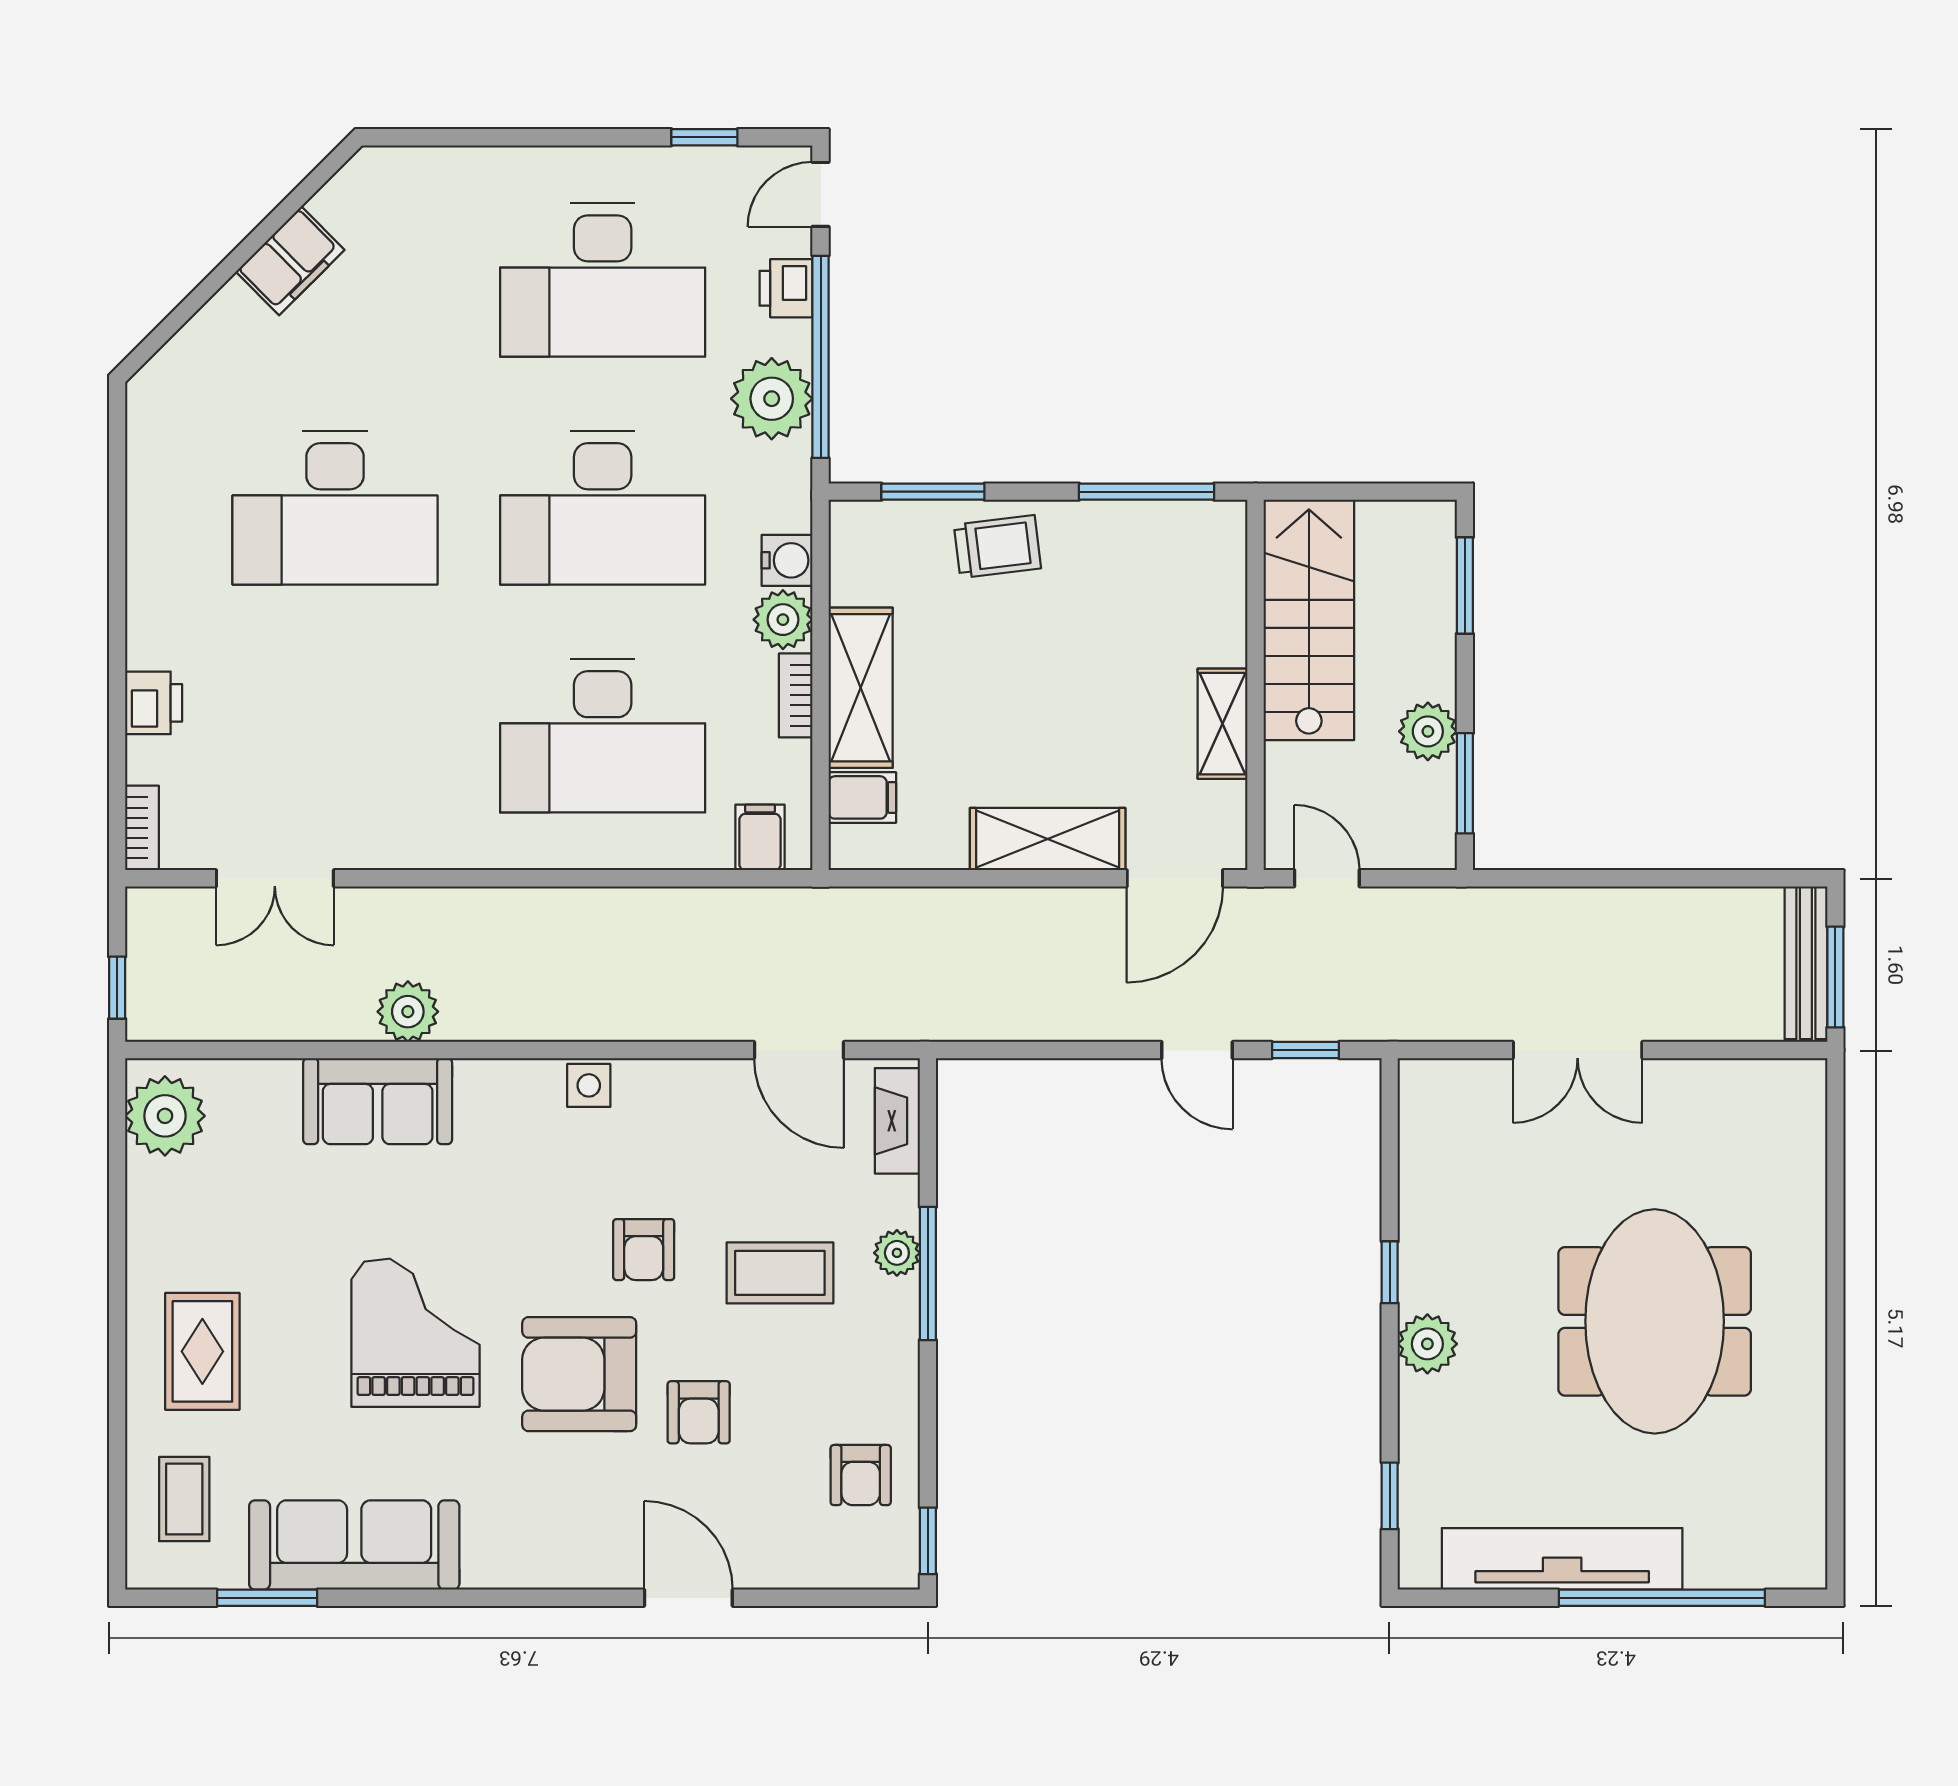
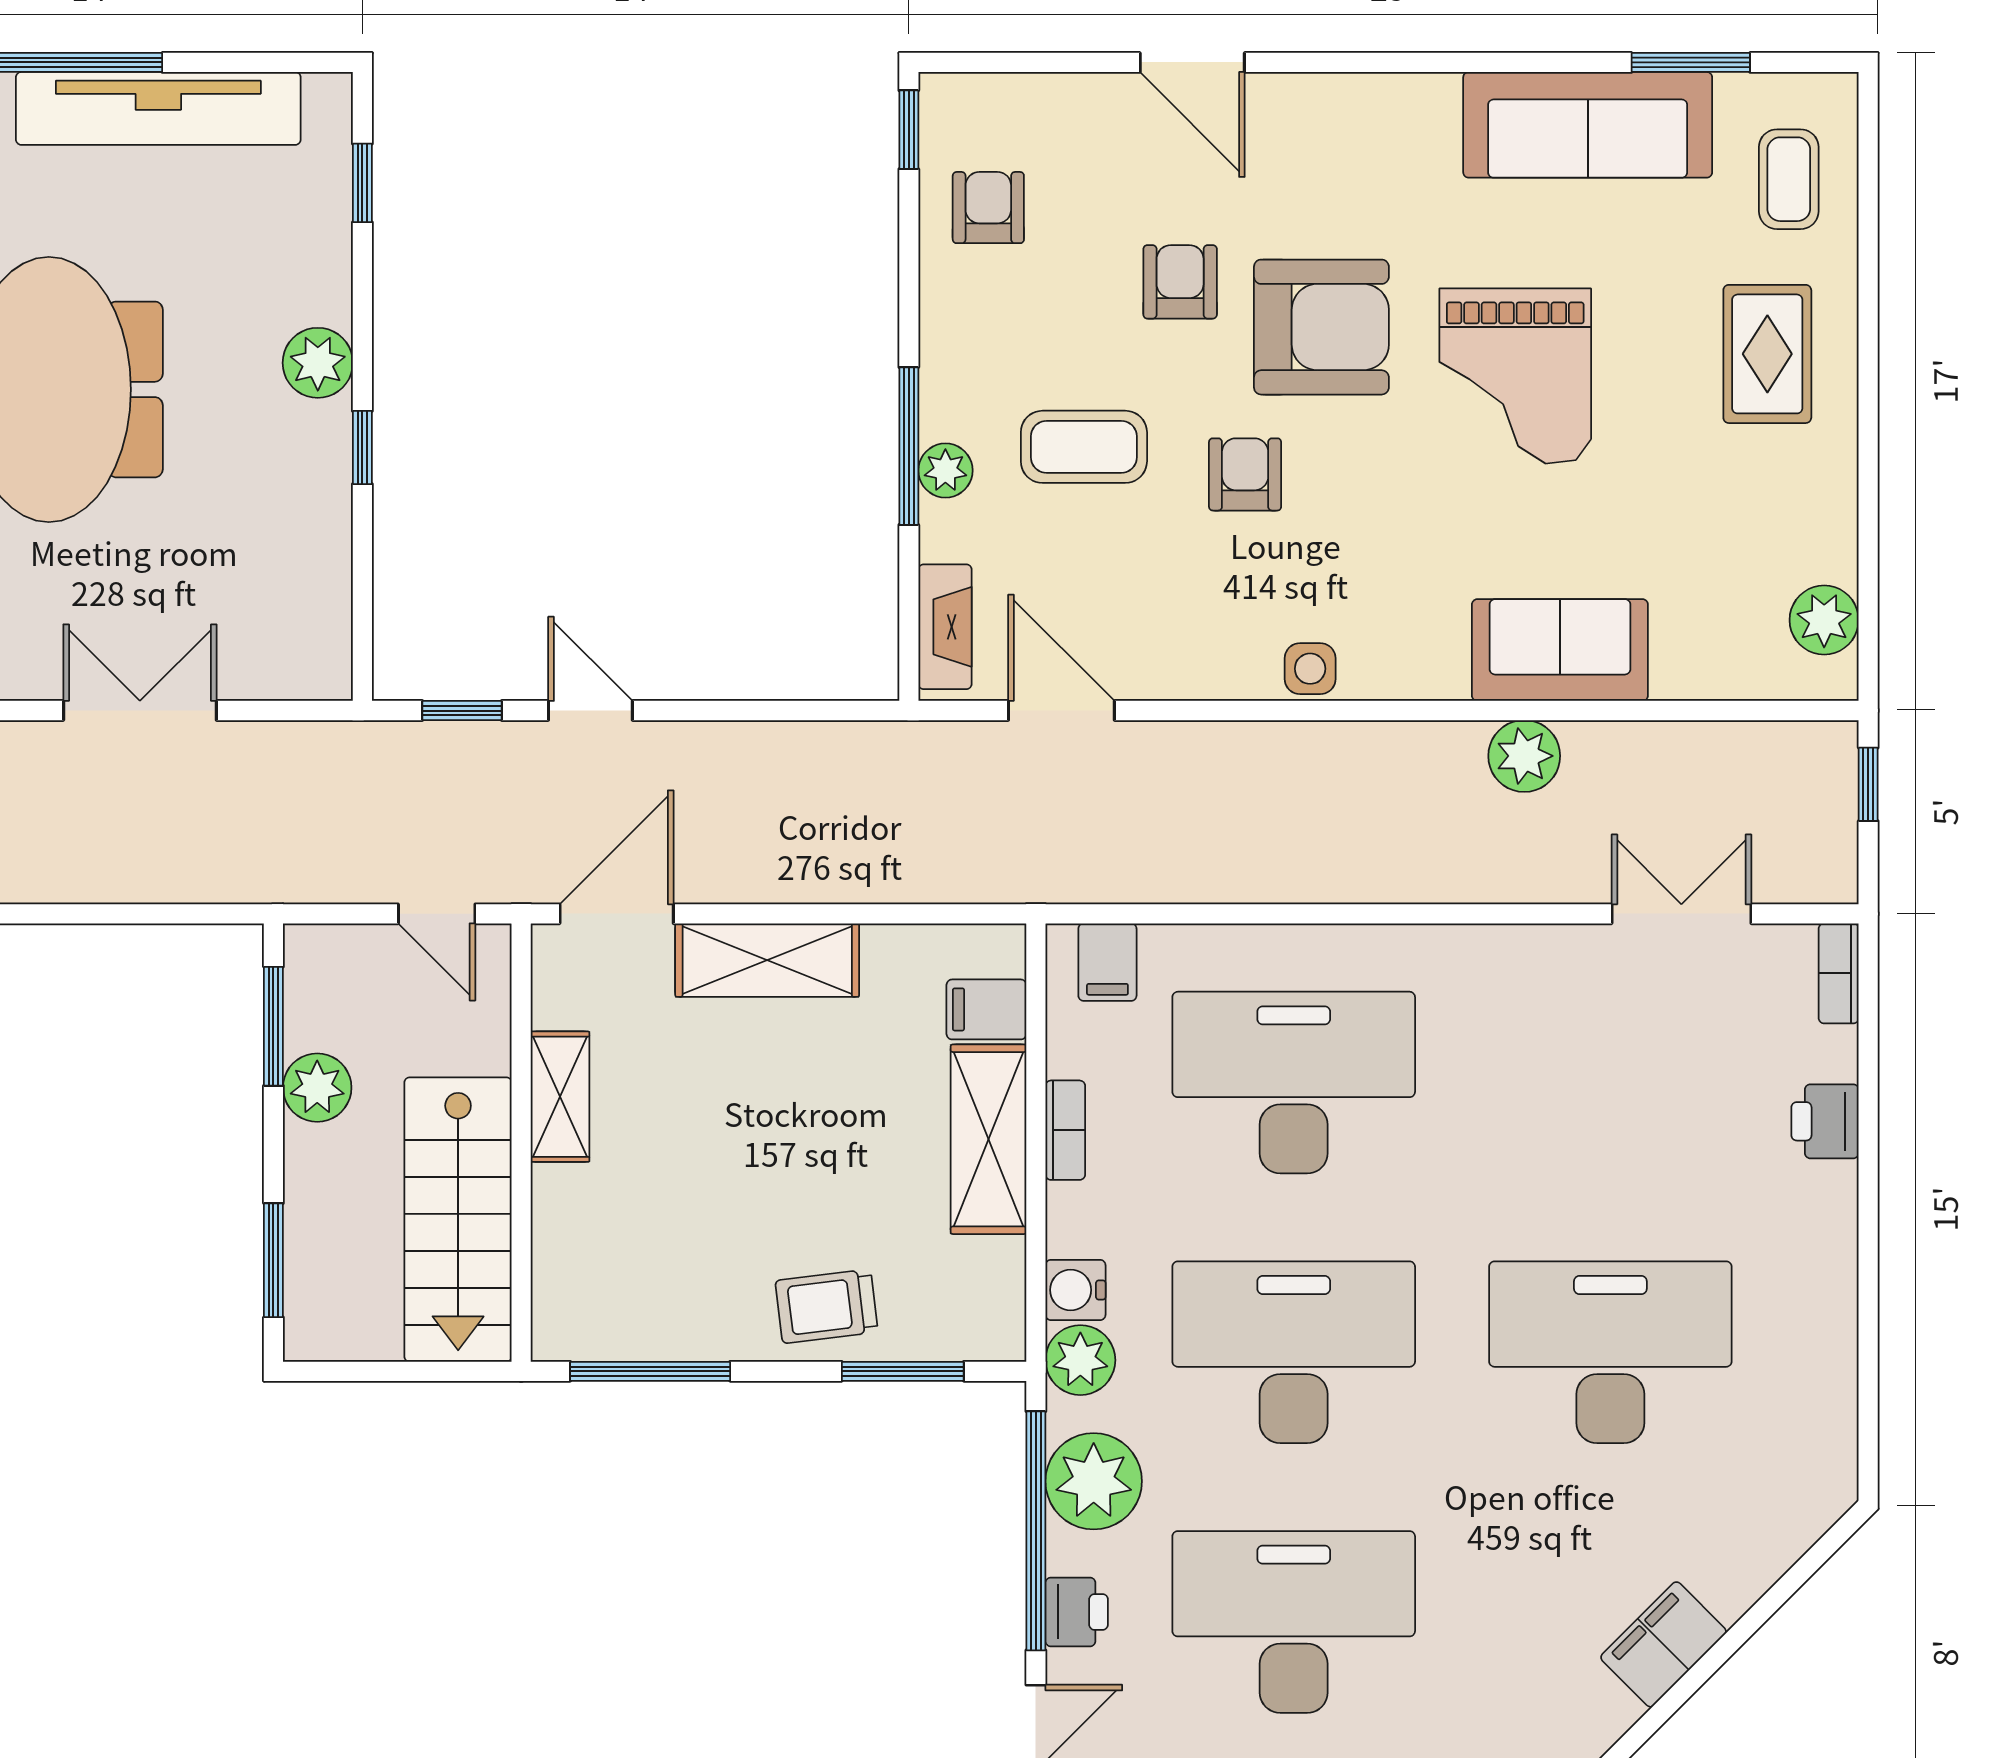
plant: (783, 620) -> (1080, 1360), moved
plant: (165, 1116) -> (1824, 620), width x0.73, depth x0.73

